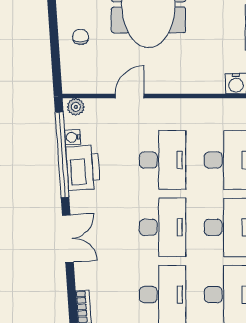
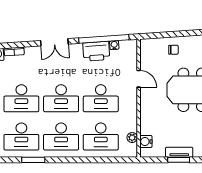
plant: (76, 107) -> (132, 138), moved

